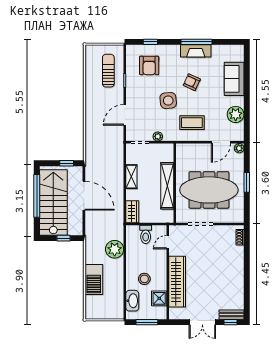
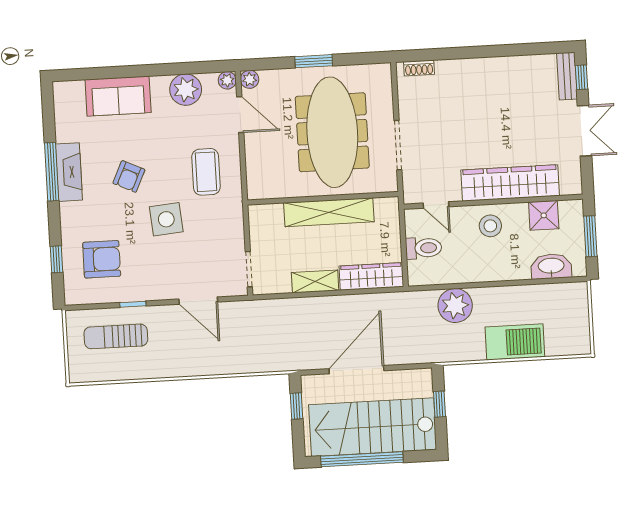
plant: (158, 136) -> (227, 80), moved
wardrobe: (132, 212) -> (371, 276), width x1.50
stool: (144, 279) -> (490, 226), moved

